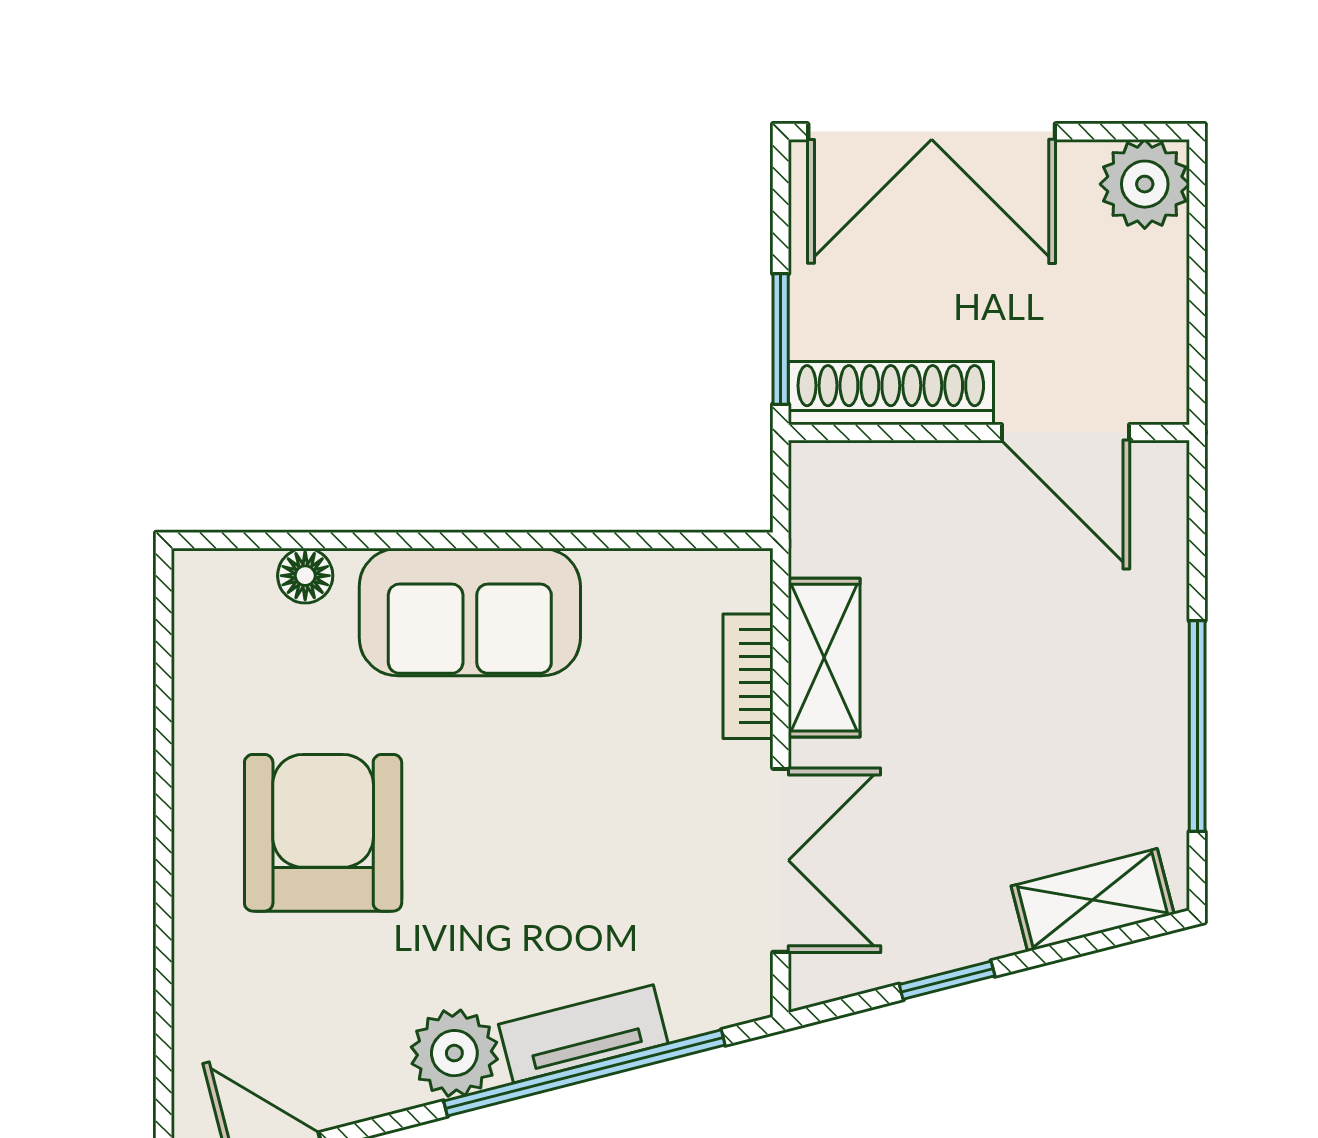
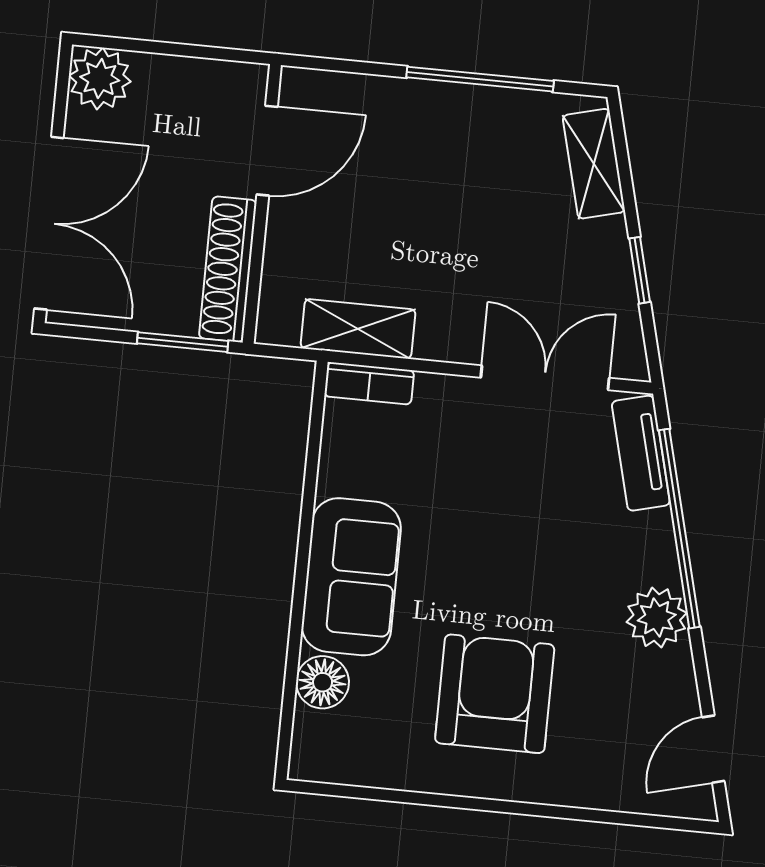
floor lamp: (305, 576) -> (323, 682), width x1.37, depth x1.37
shelving: (824, 658) -> (358, 329), moved
bookcase: (748, 676) -> (369, 383), moved
armchair: (323, 833) -> (495, 694), turned 90
tv unit: (583, 1034) -> (641, 453), moved

